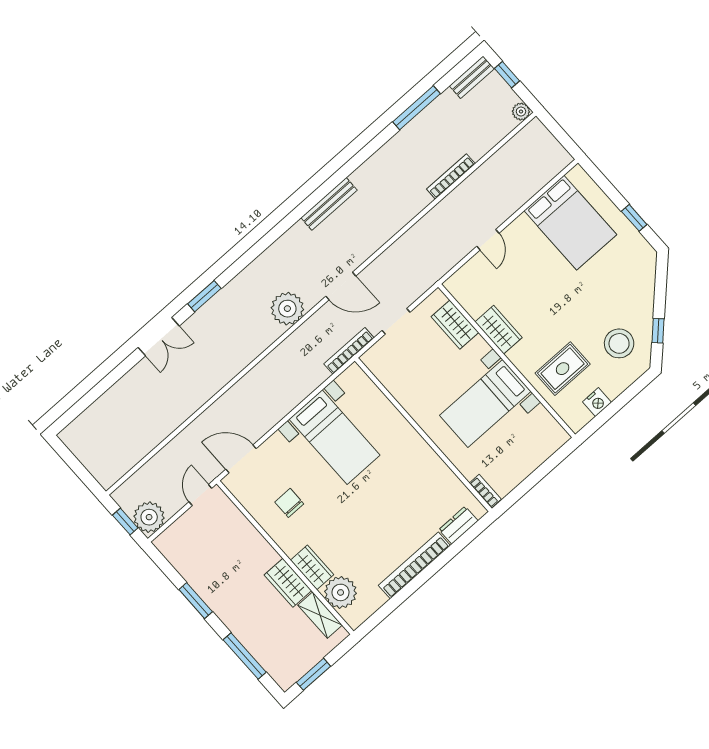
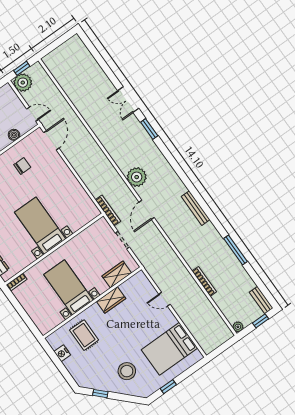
window: (417, 108) -> (236, 250), moved
stool: (619, 343) -> (127, 371), moved
bed with nightstands: (335, 437) -> (40, 226), moved, turned 90
boiler: (238, 523) -> (14, 135), added

